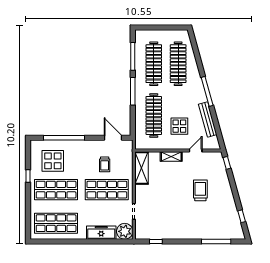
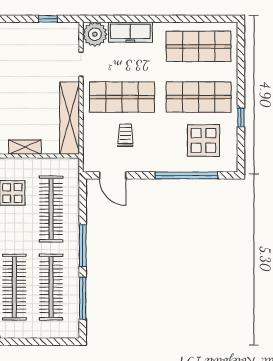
shelving: (141, 168) -> (70, 118), width x1.47

